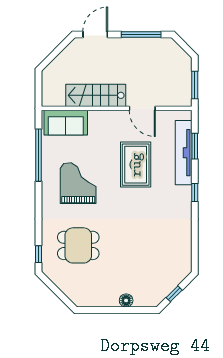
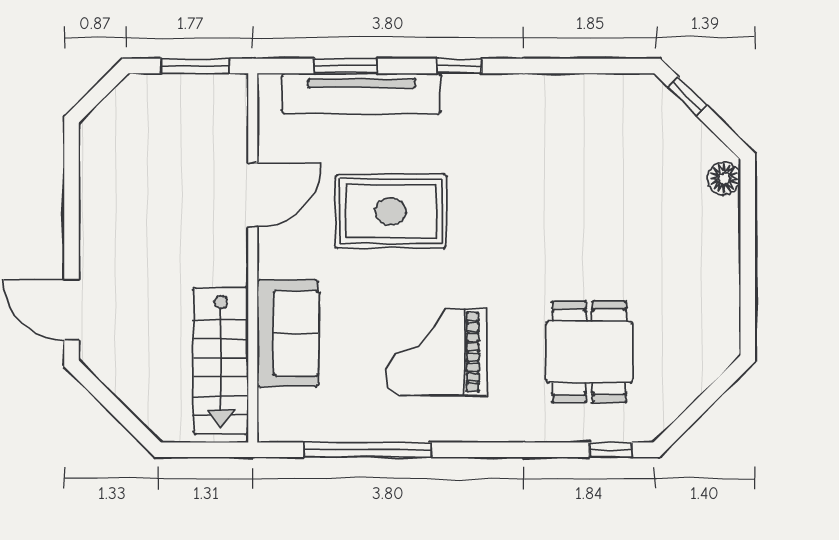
window: (141, 35) -> (72, 198), removed
stairs: (96, 95) -> (221, 361), moved
sofa: (66, 123) -> (288, 333), moved
window: (174, 294) -> (687, 96), moved
floor lamp: (126, 300) -> (724, 178), moved

